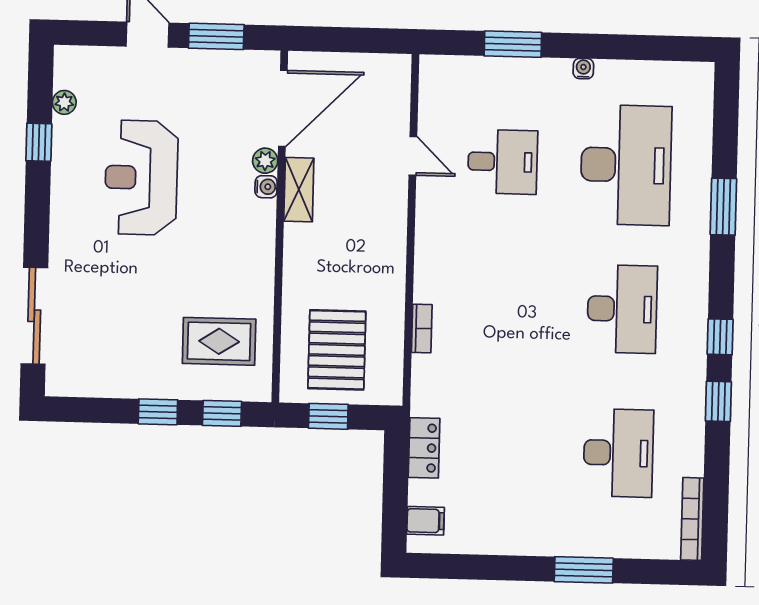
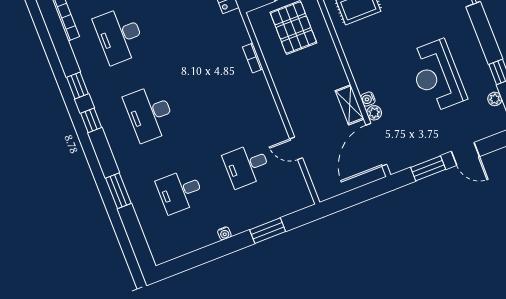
desk: (626, 165) -> (180, 191), width x0.53, depth x0.77
reception desk: (141, 178) -> (437, 76), turned 180

